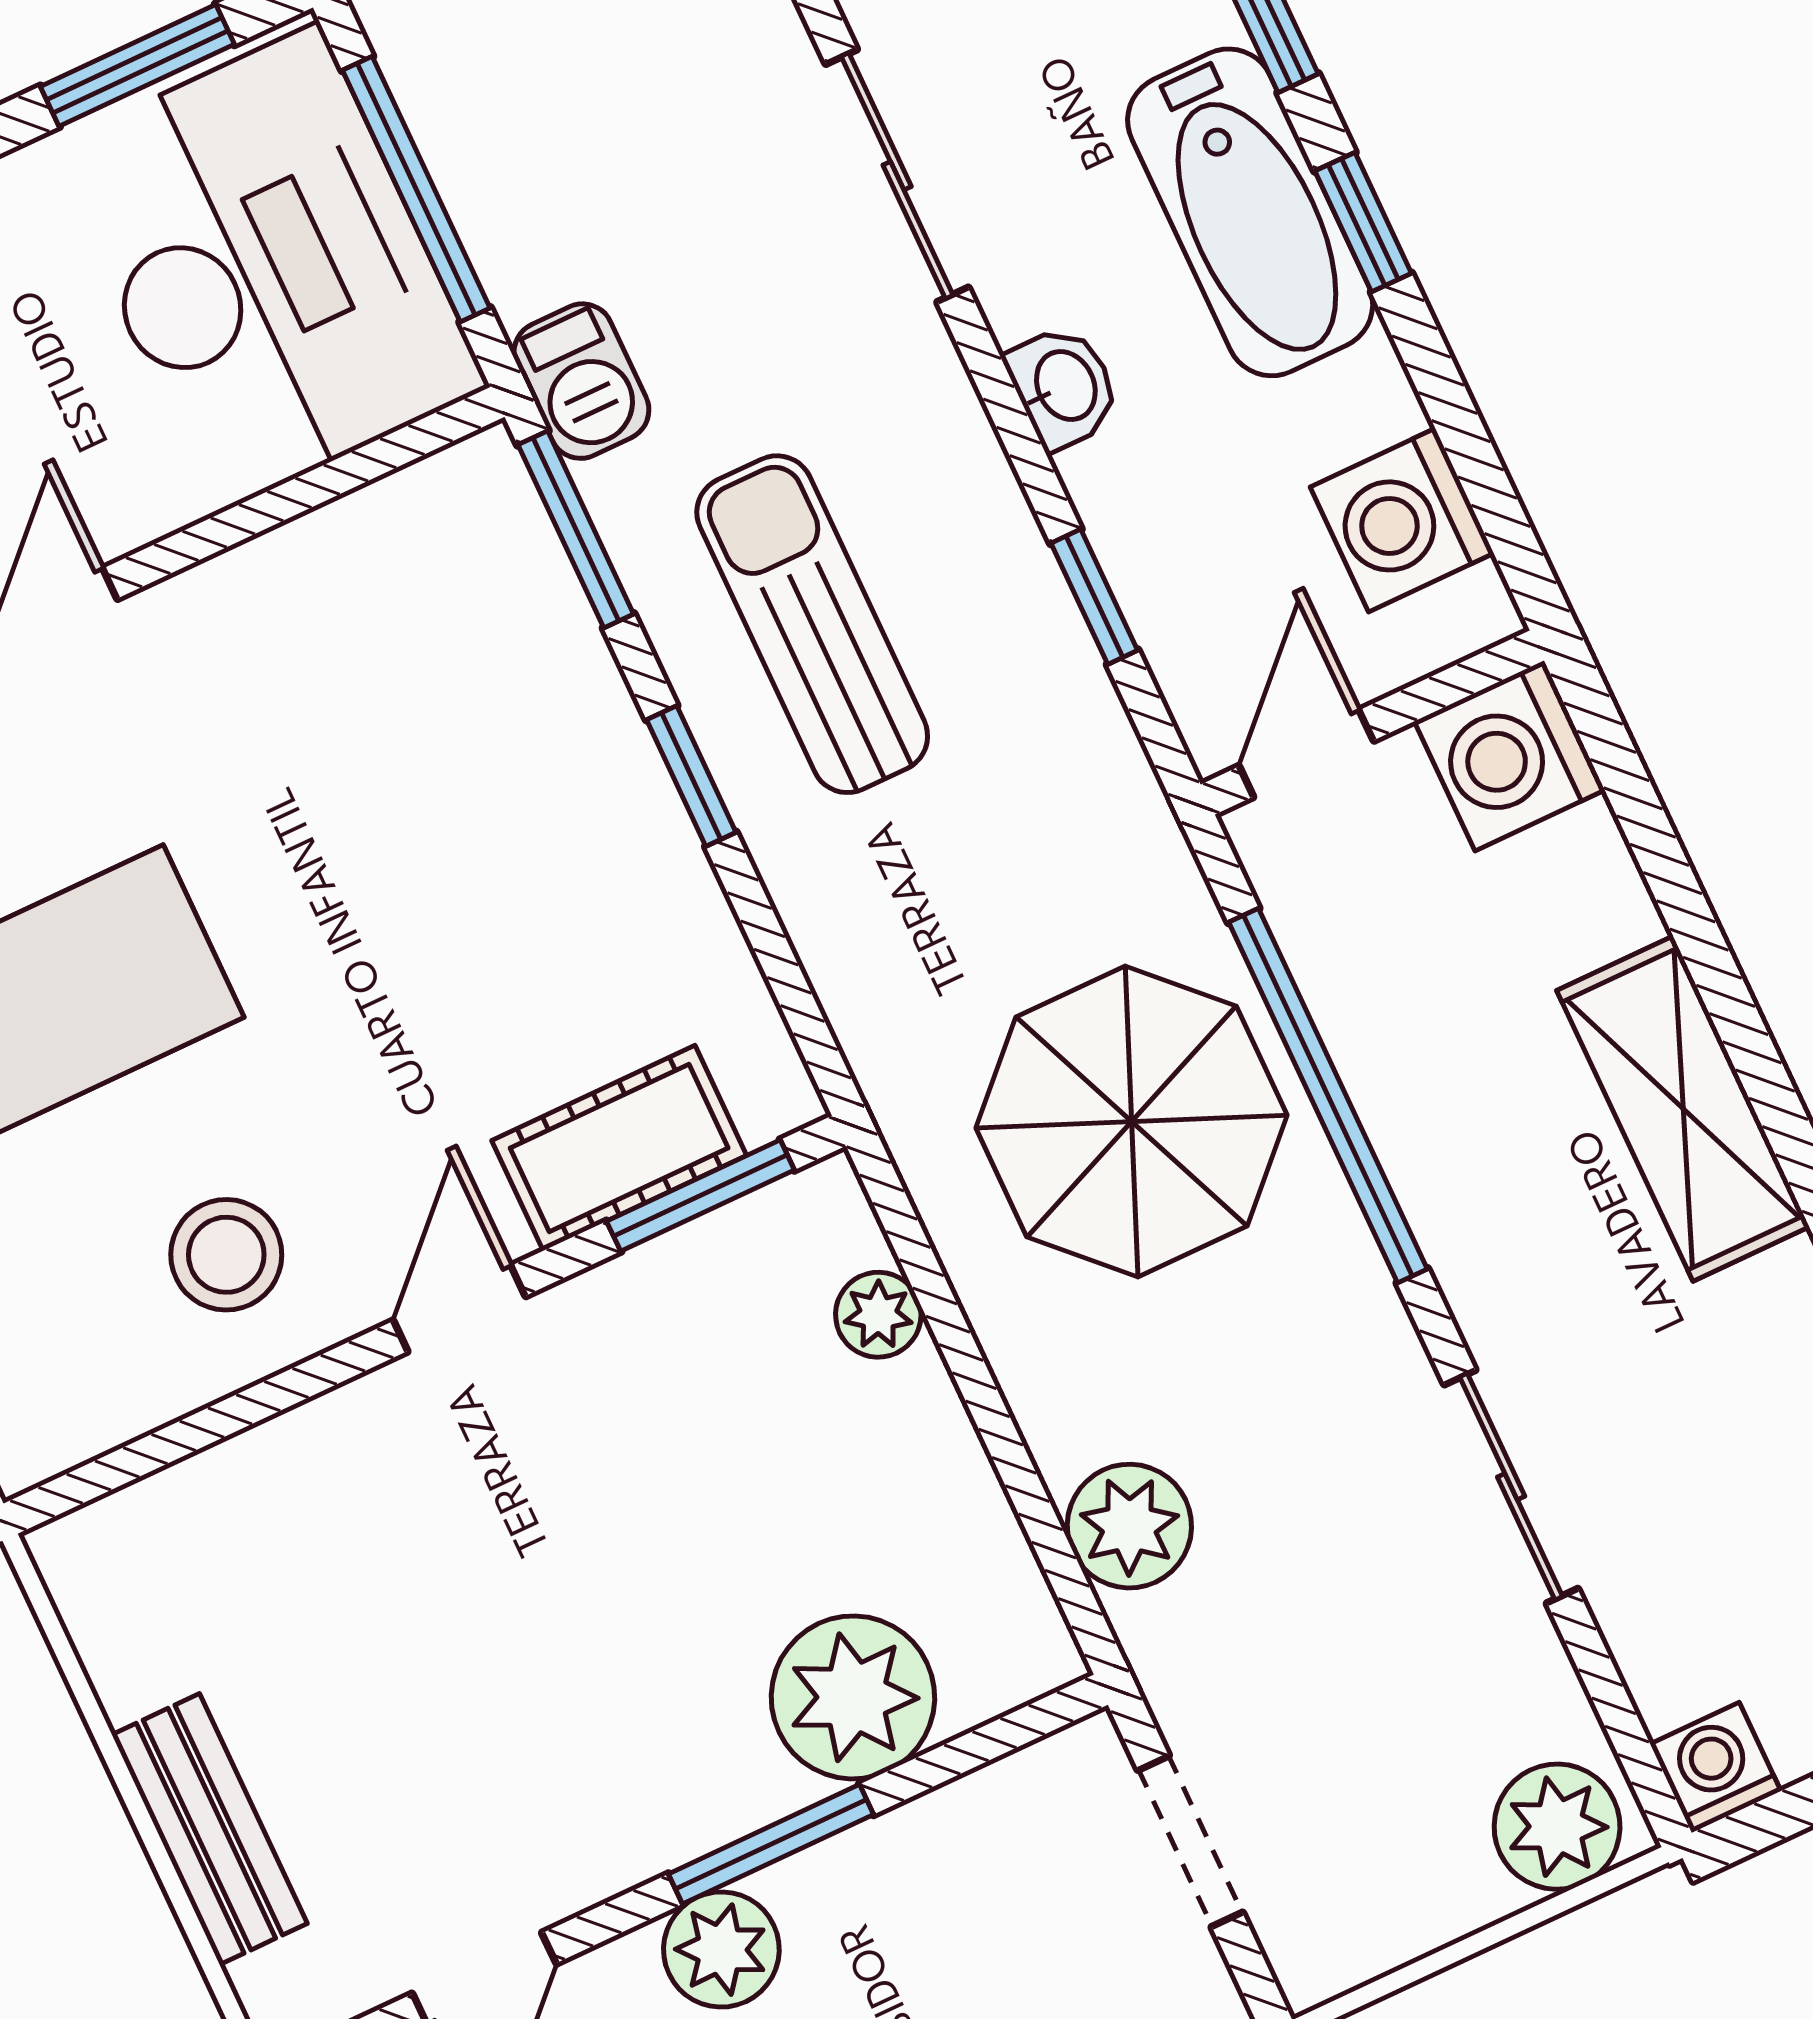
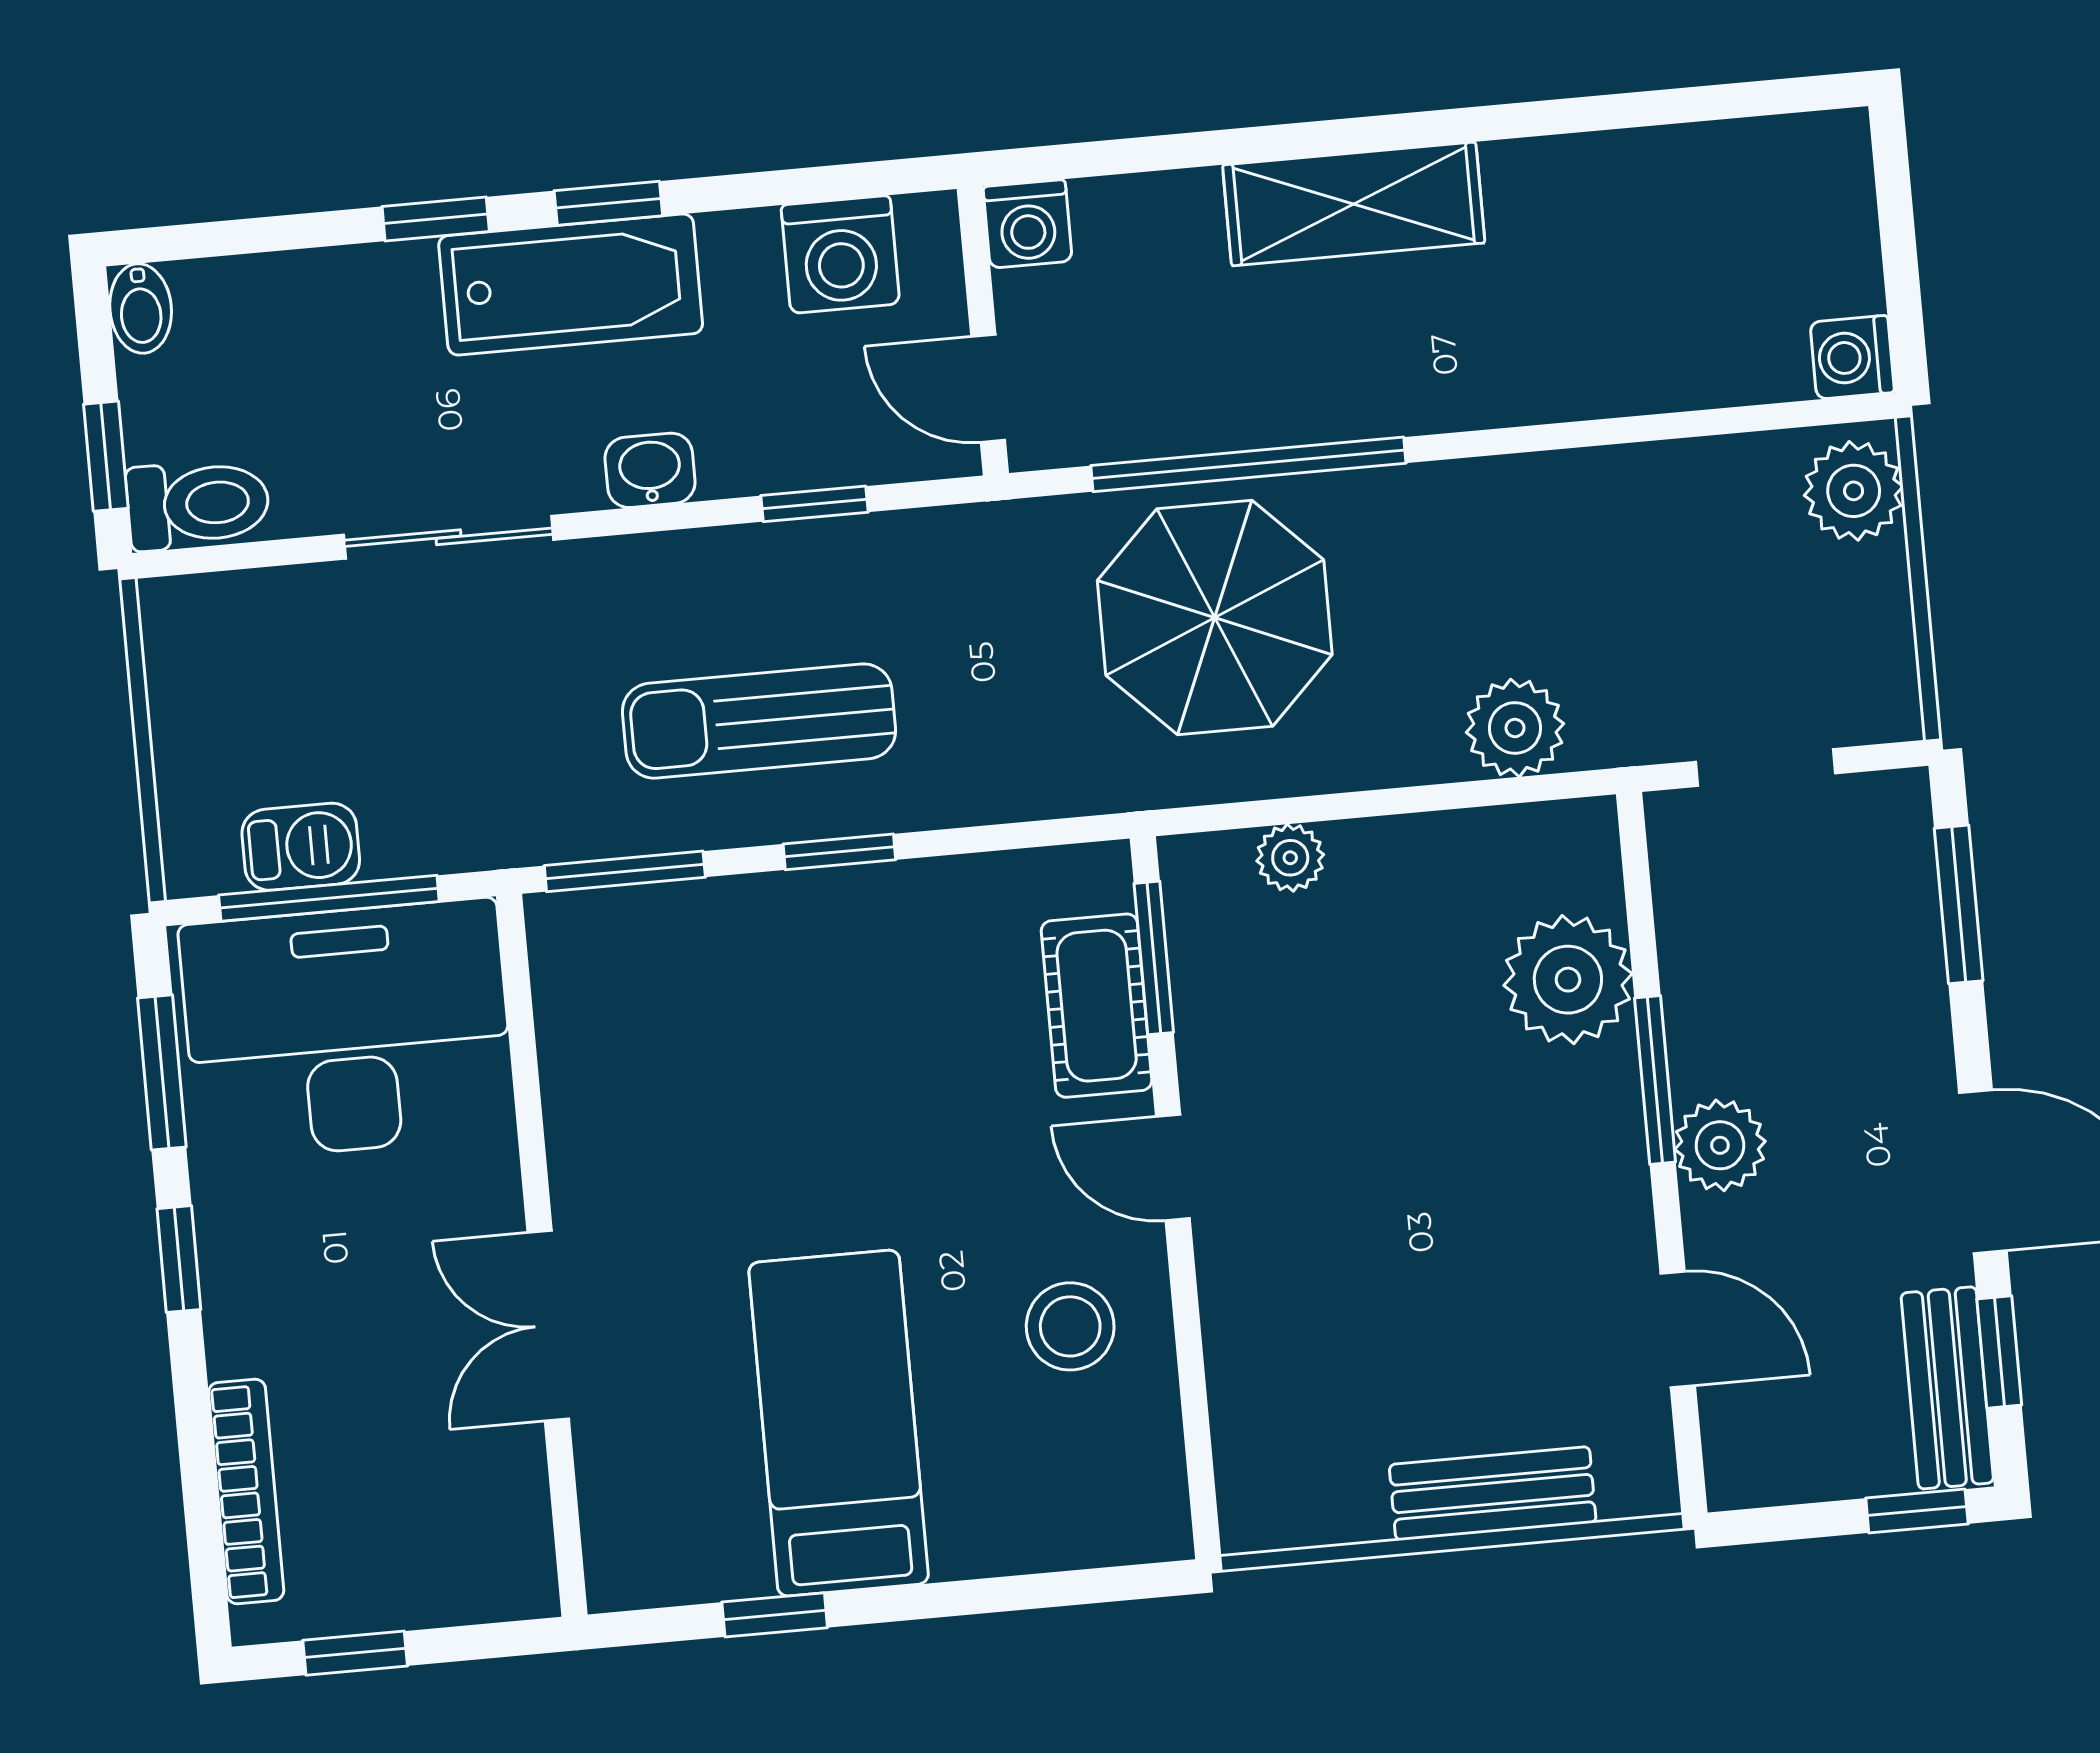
barbecue: (581, 381) -> (301, 847), moved
washing machine: (1510, 756) -> (1028, 224), width x0.73, depth x0.73
sliding door: (1511, 1487) -> (1588, 434), removed

